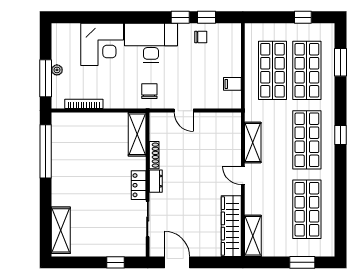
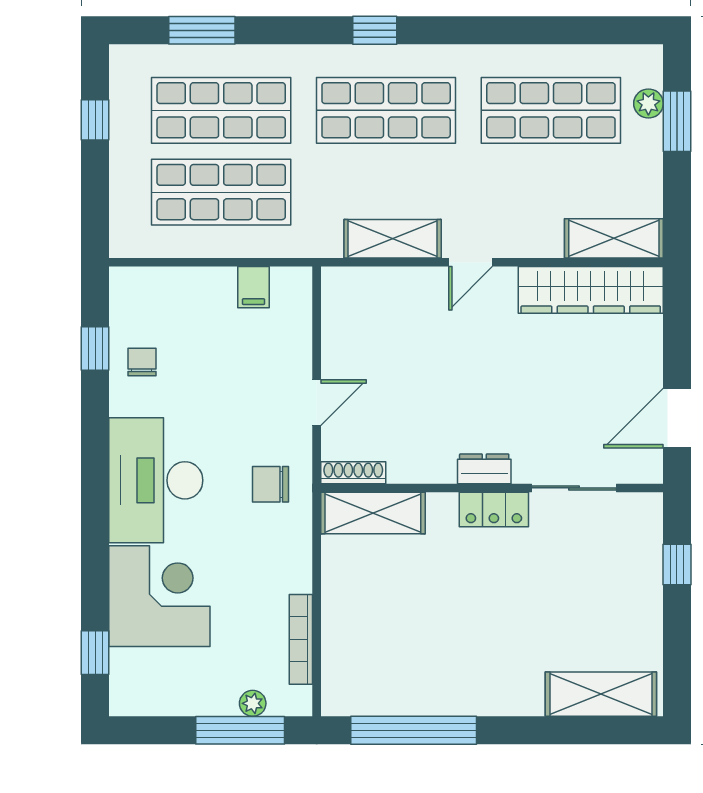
window: (180, 17) -> (95, 653), moved
plant: (57, 70) -> (253, 703), moved
shoe rack: (154, 155) -> (353, 473), moved
plant: (310, 250) -> (648, 103), added

